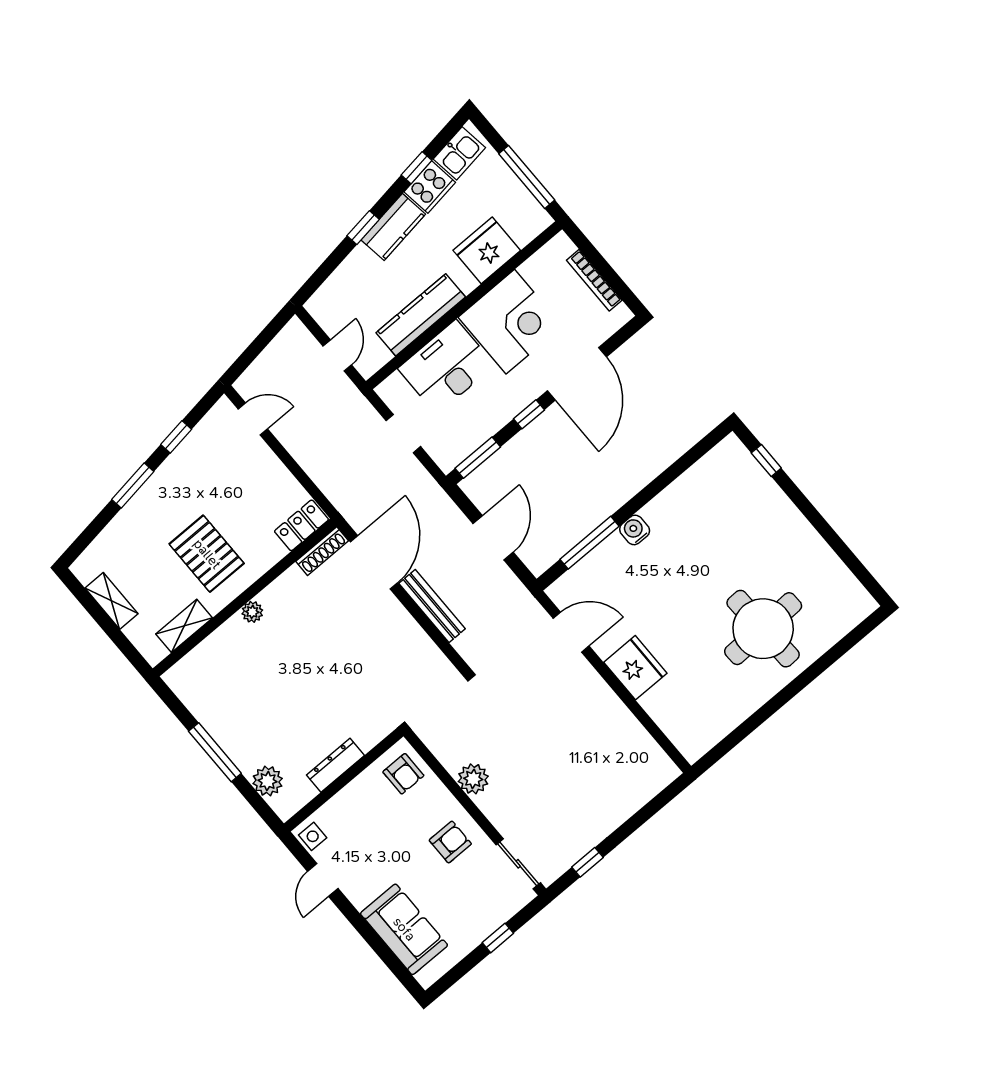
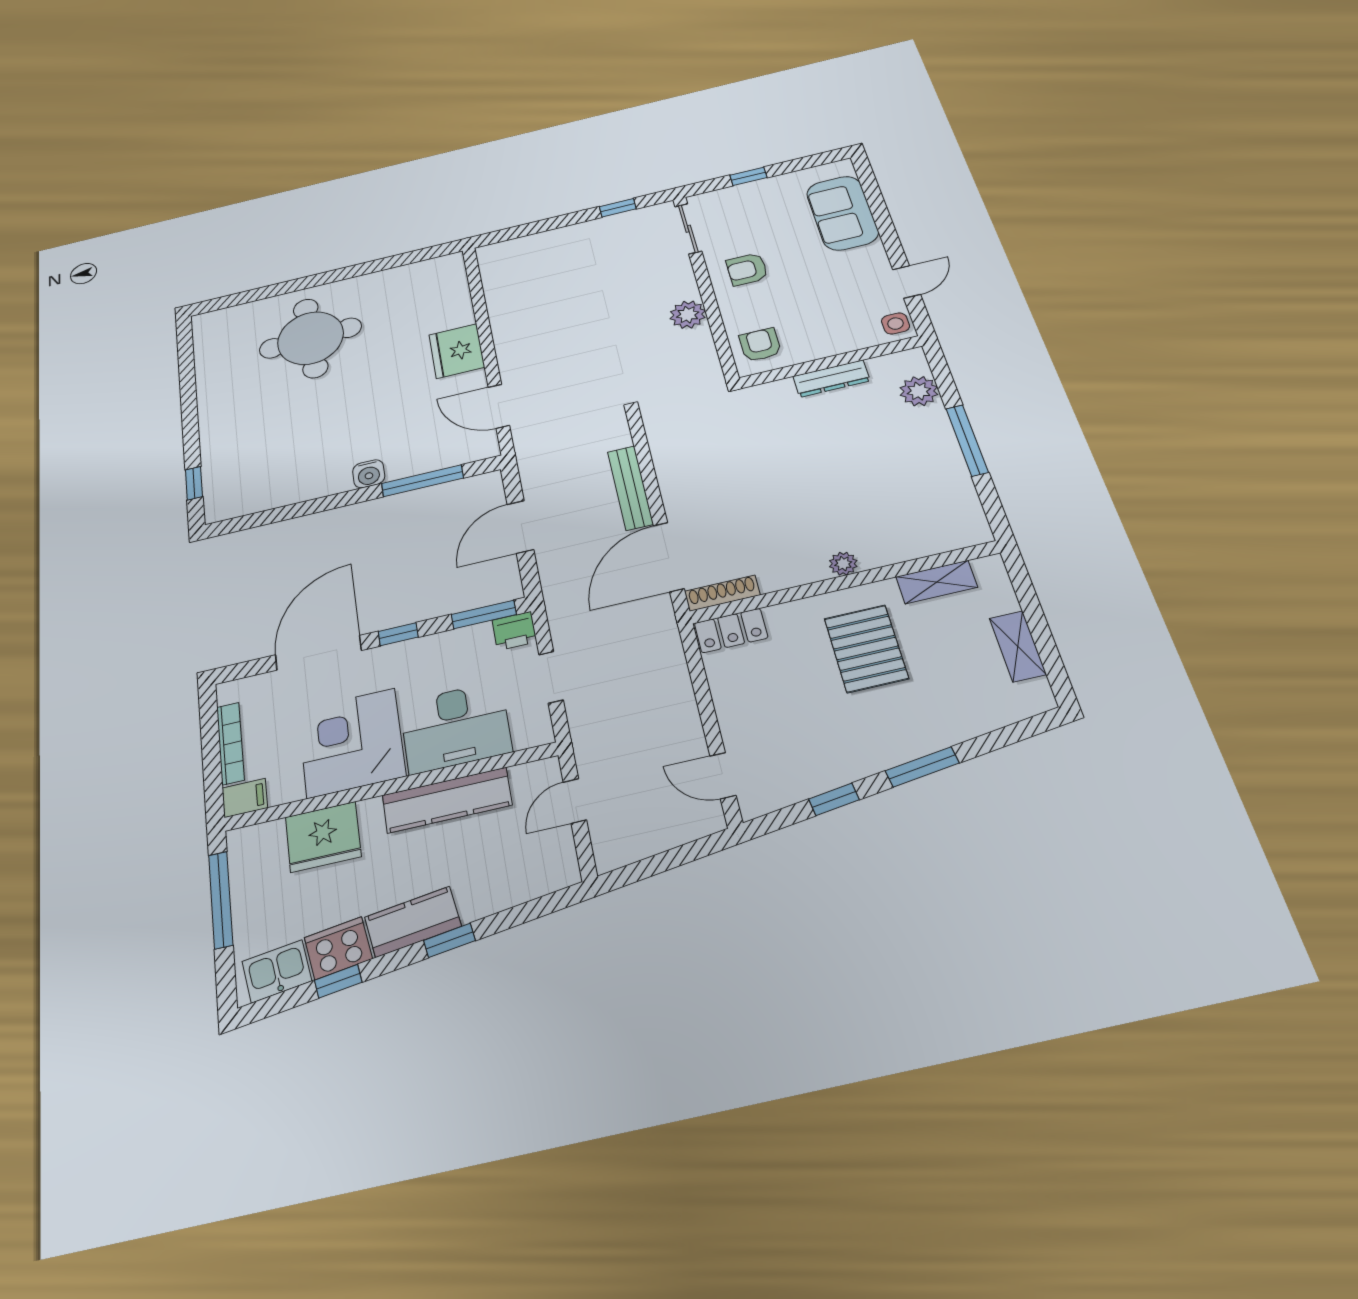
filing cabinet: (558, 249) -> (245, 798), added
printer: (449, 455) -> (514, 631), added

